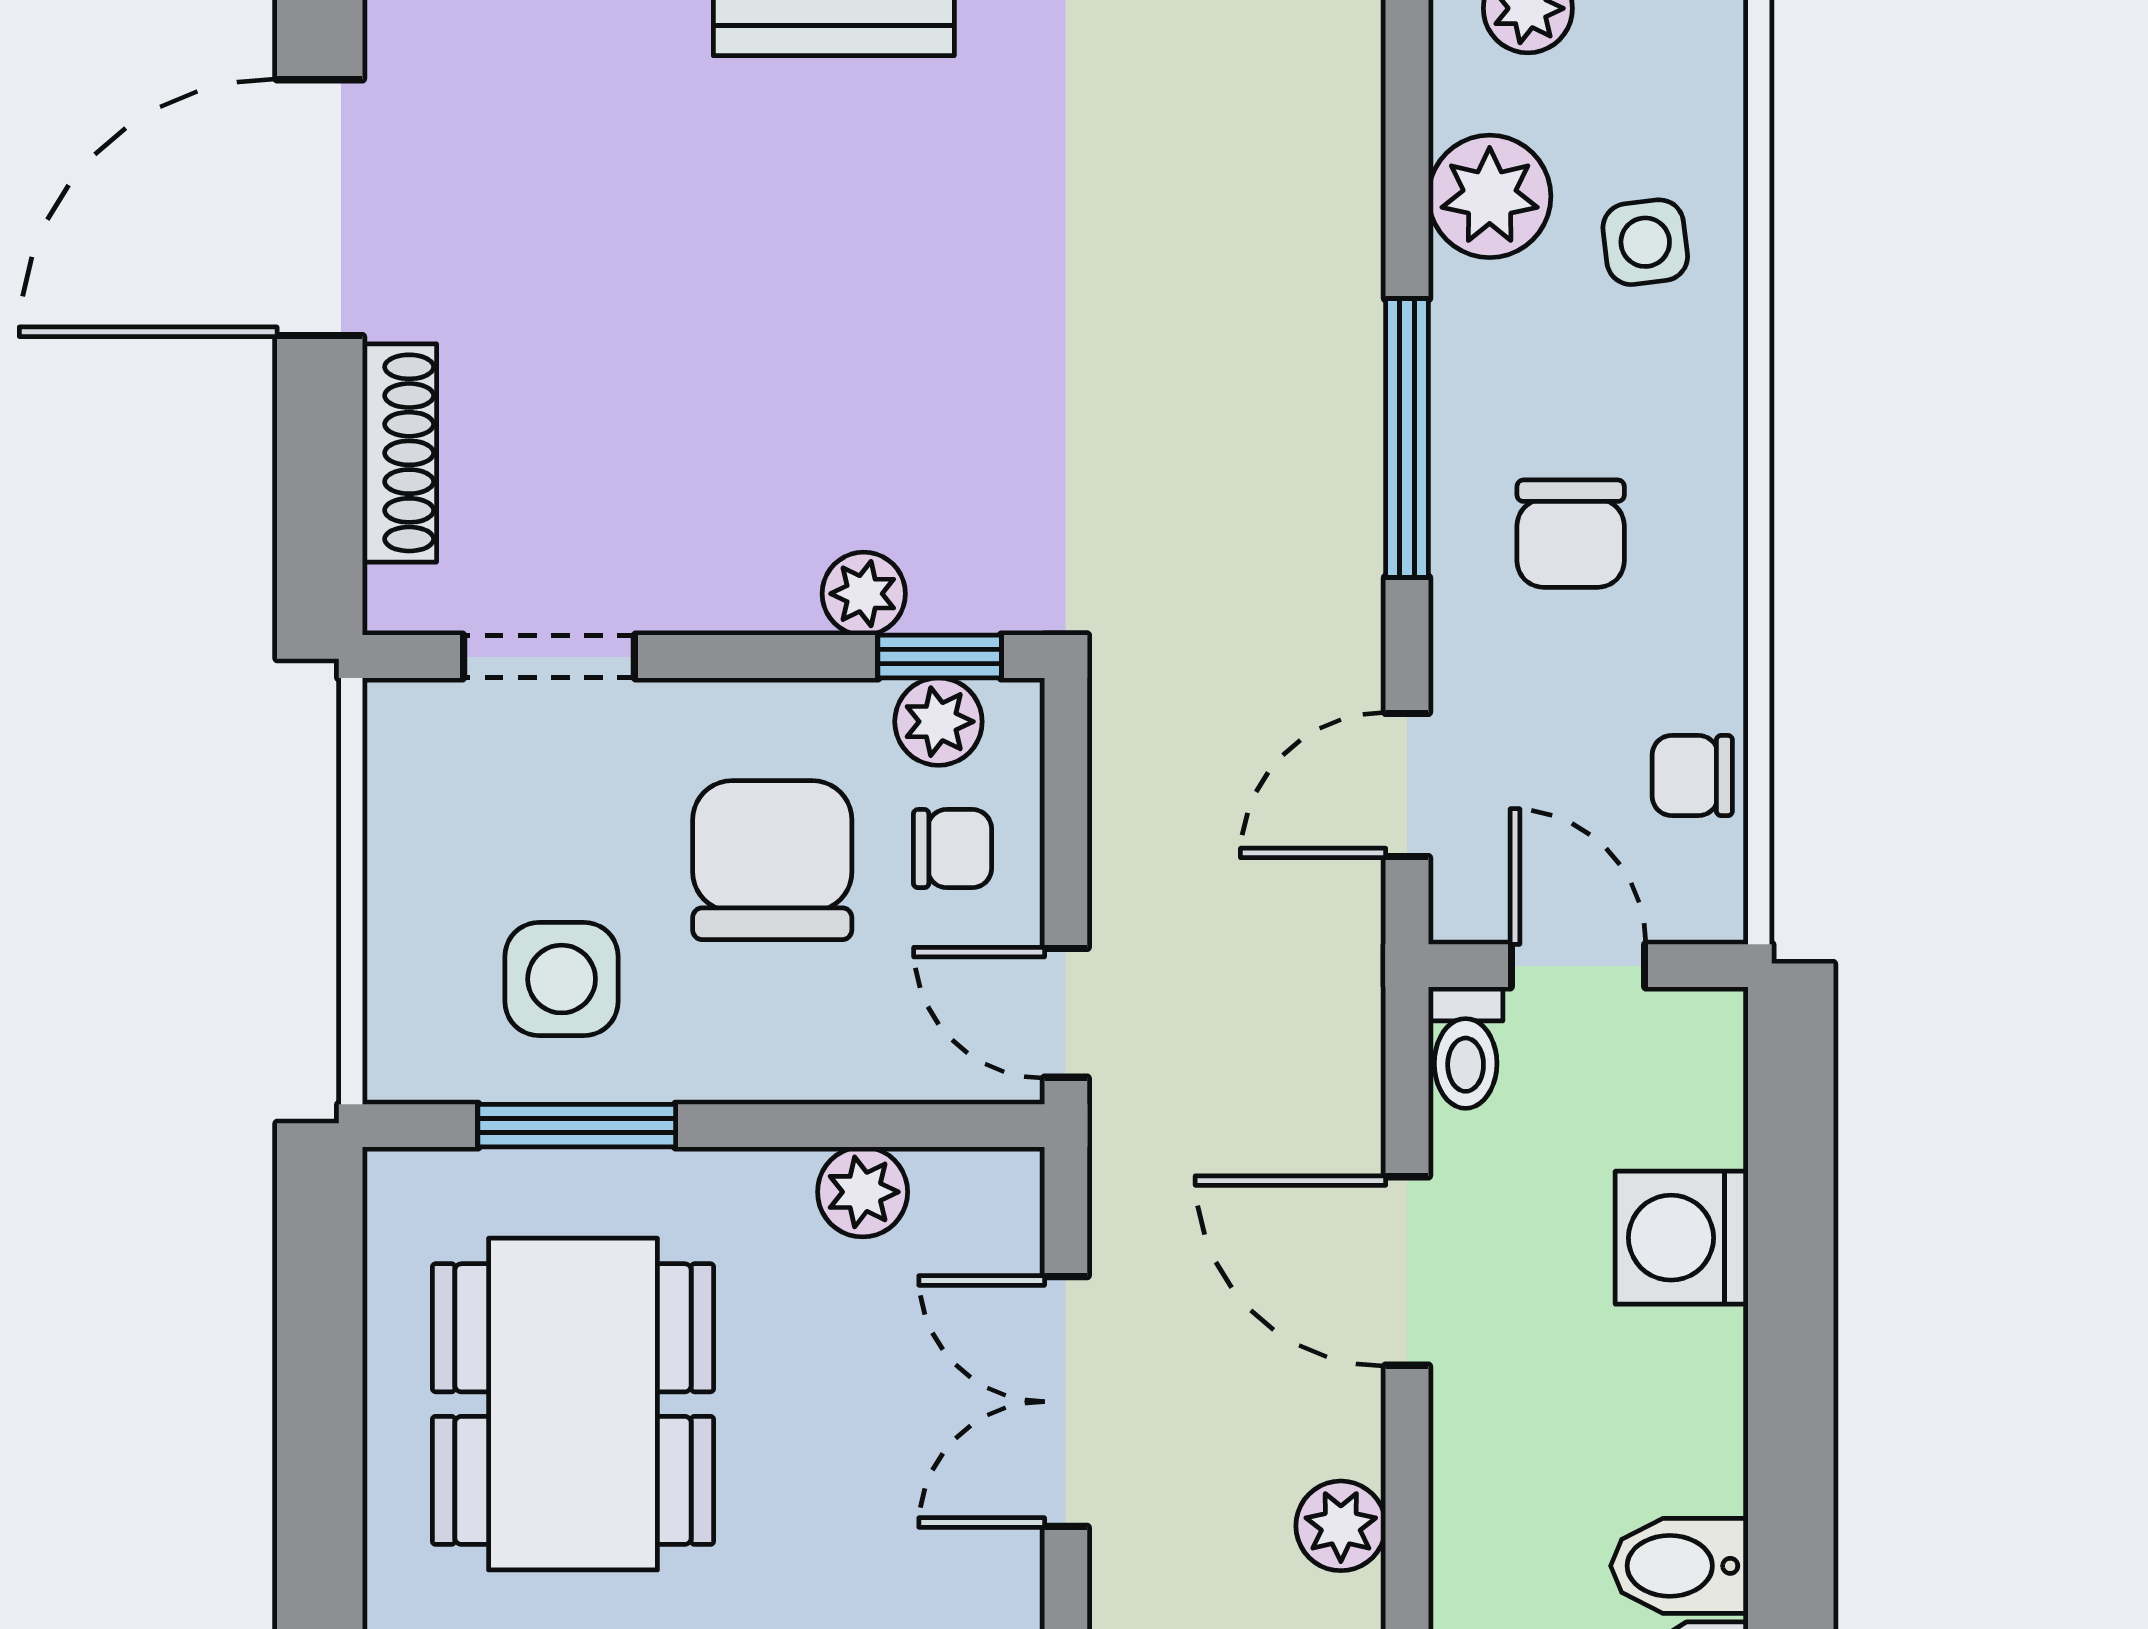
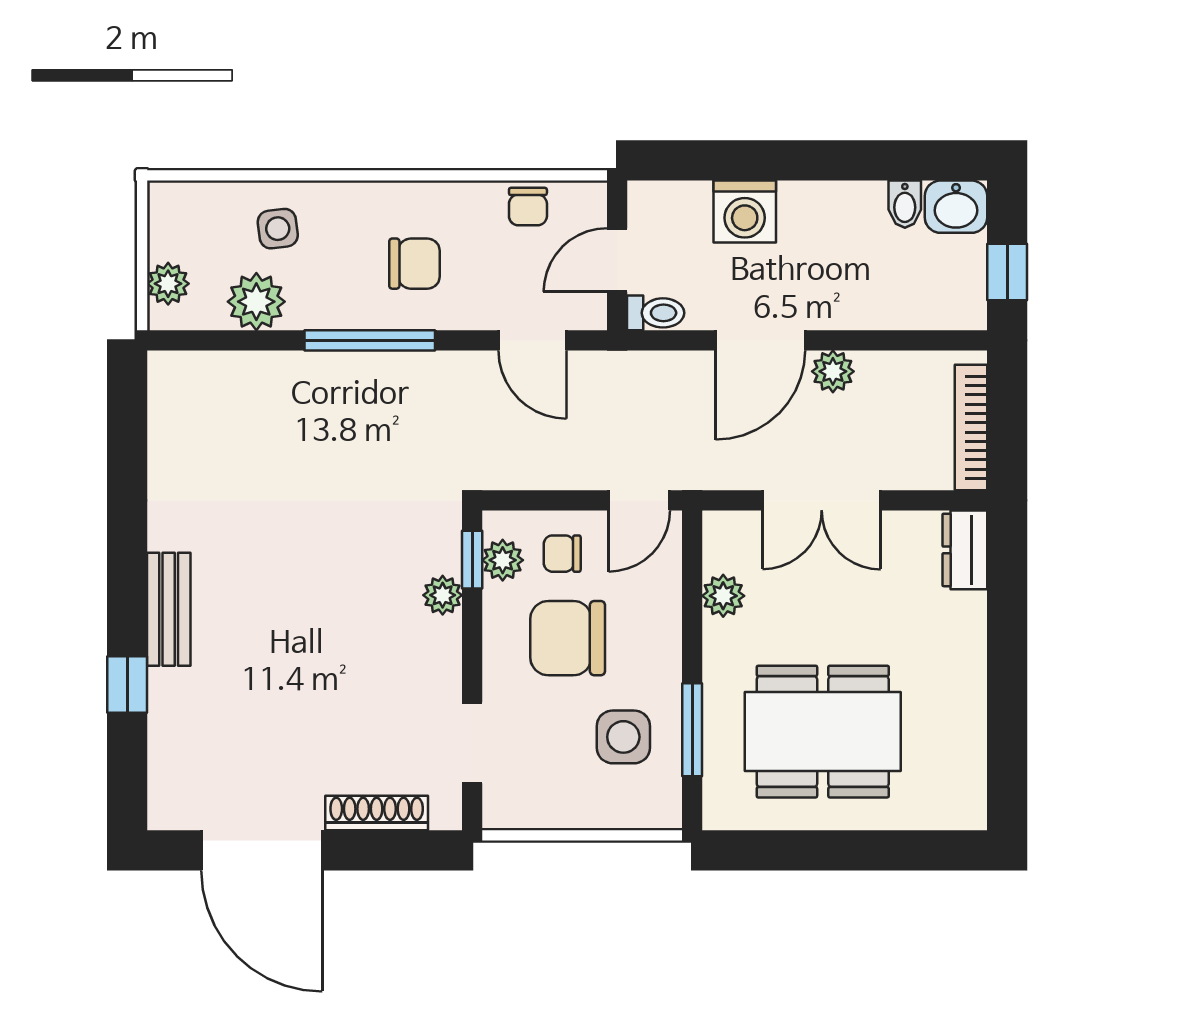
chair: (952, 849) -> (562, 554), turned -90
plant: (1341, 1526) -> (833, 371), moved
bidet: (1679, 1566) -> (905, 204), width x0.72, depth x0.74

